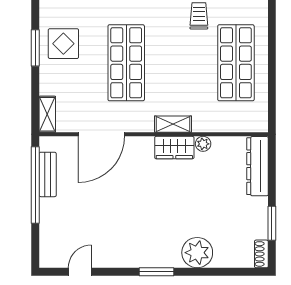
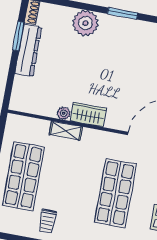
shelving: (173, 124) -> (66, 131), moved
dresser: (257, 166) -> (28, 51), moved

